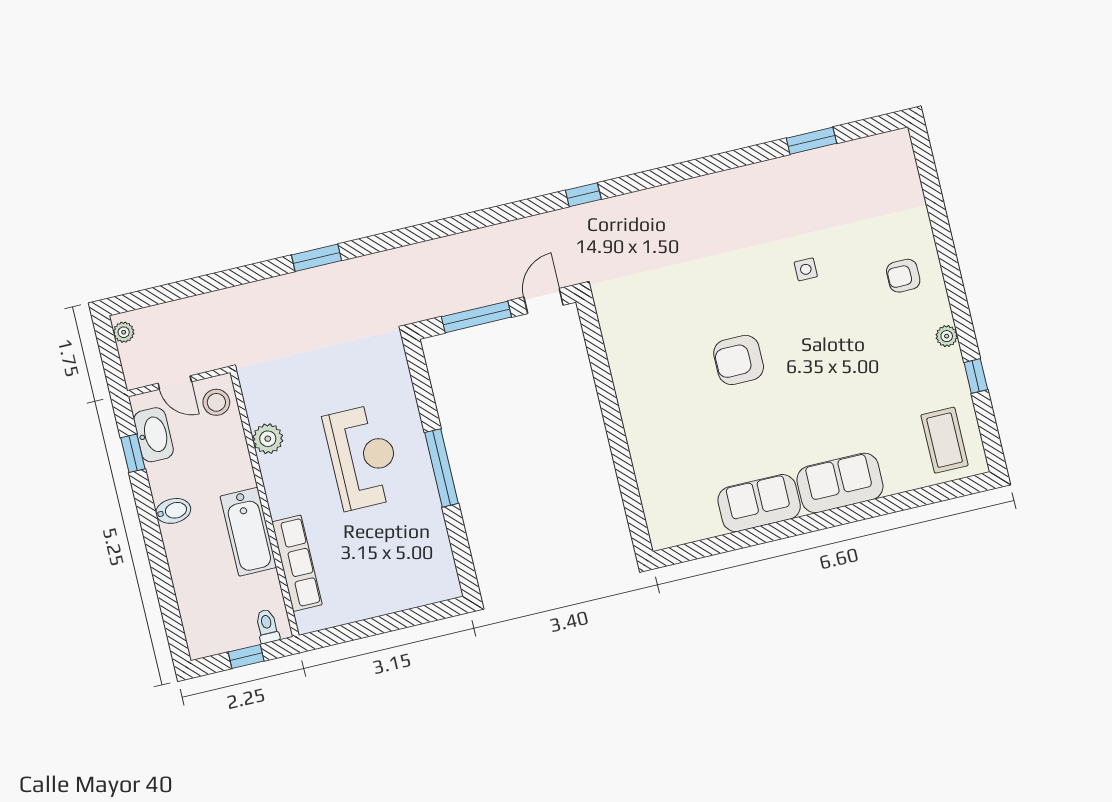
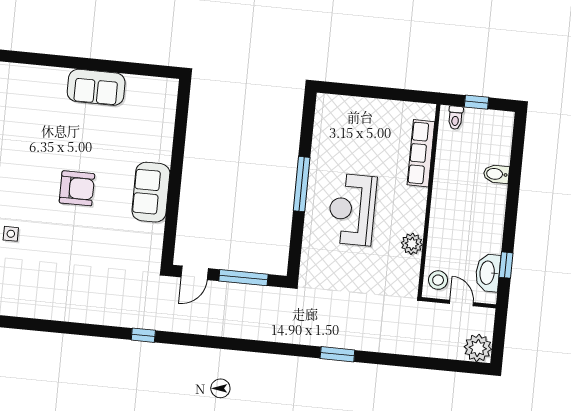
plant: (124, 332) -> (478, 348), width x1.88, depth x1.88
sofa: (840, 483) -> (151, 192), moved, turned 90
bidet: (173, 511) -> (496, 174), moved
bathtub: (248, 532) -> (446, 186), removed

